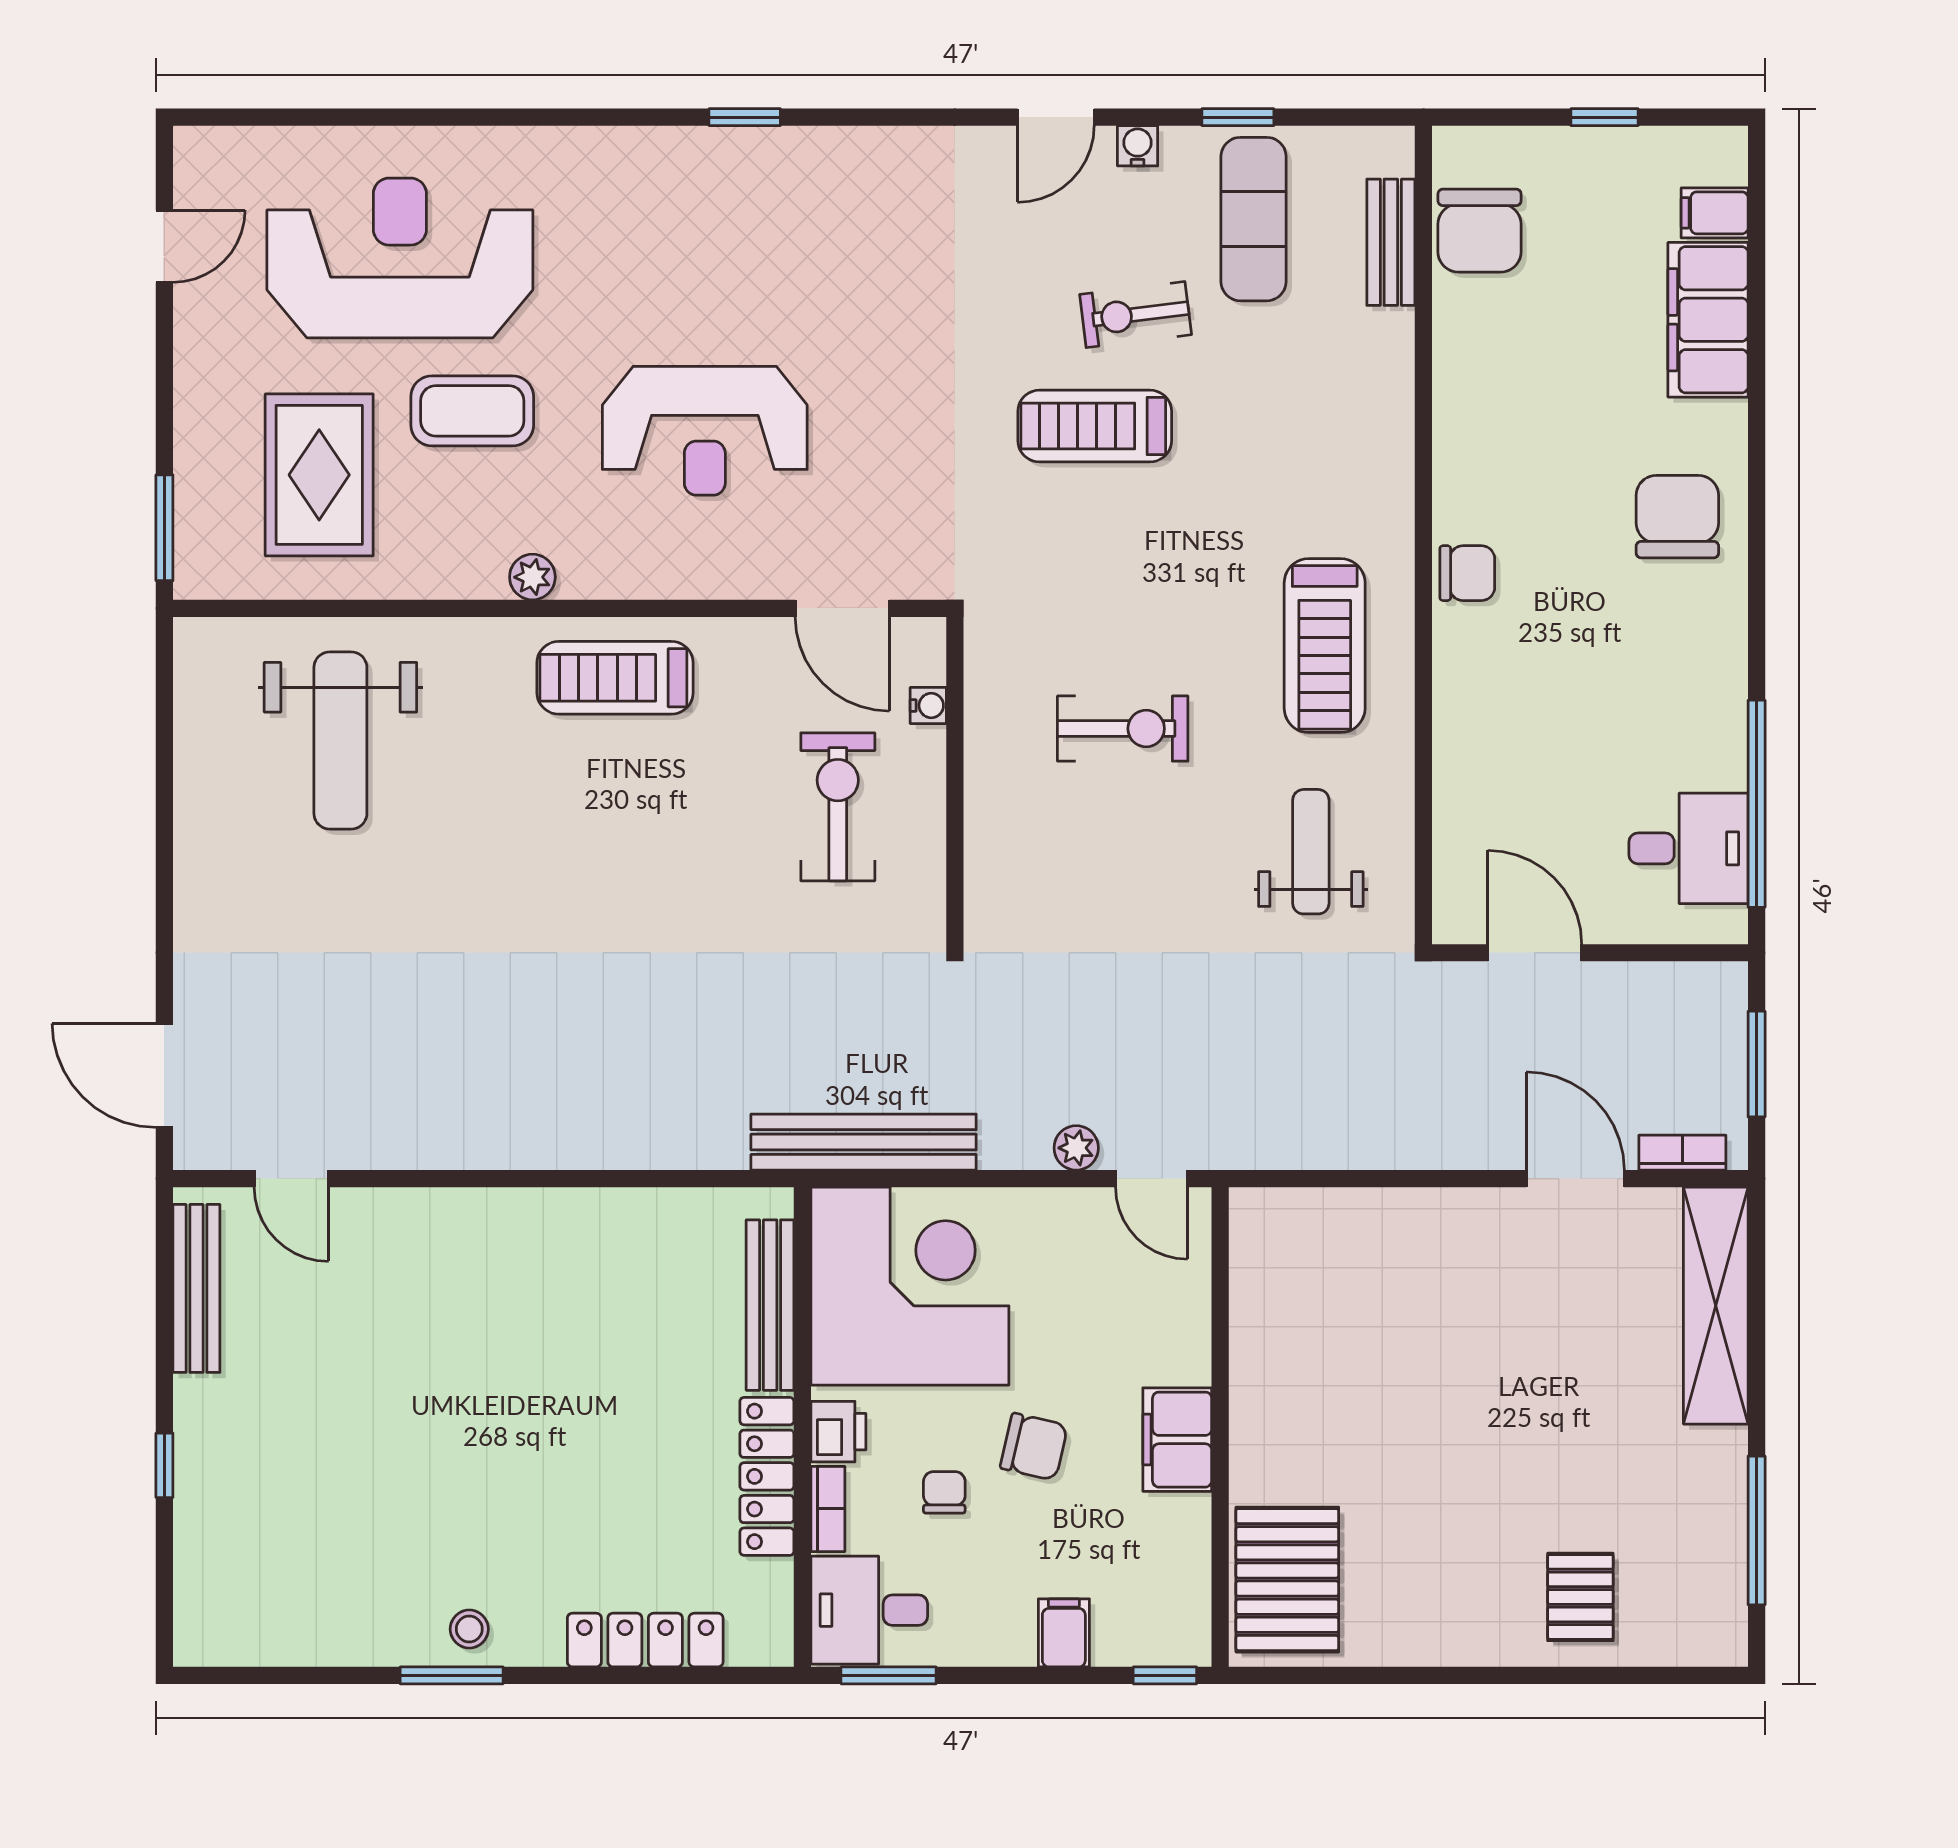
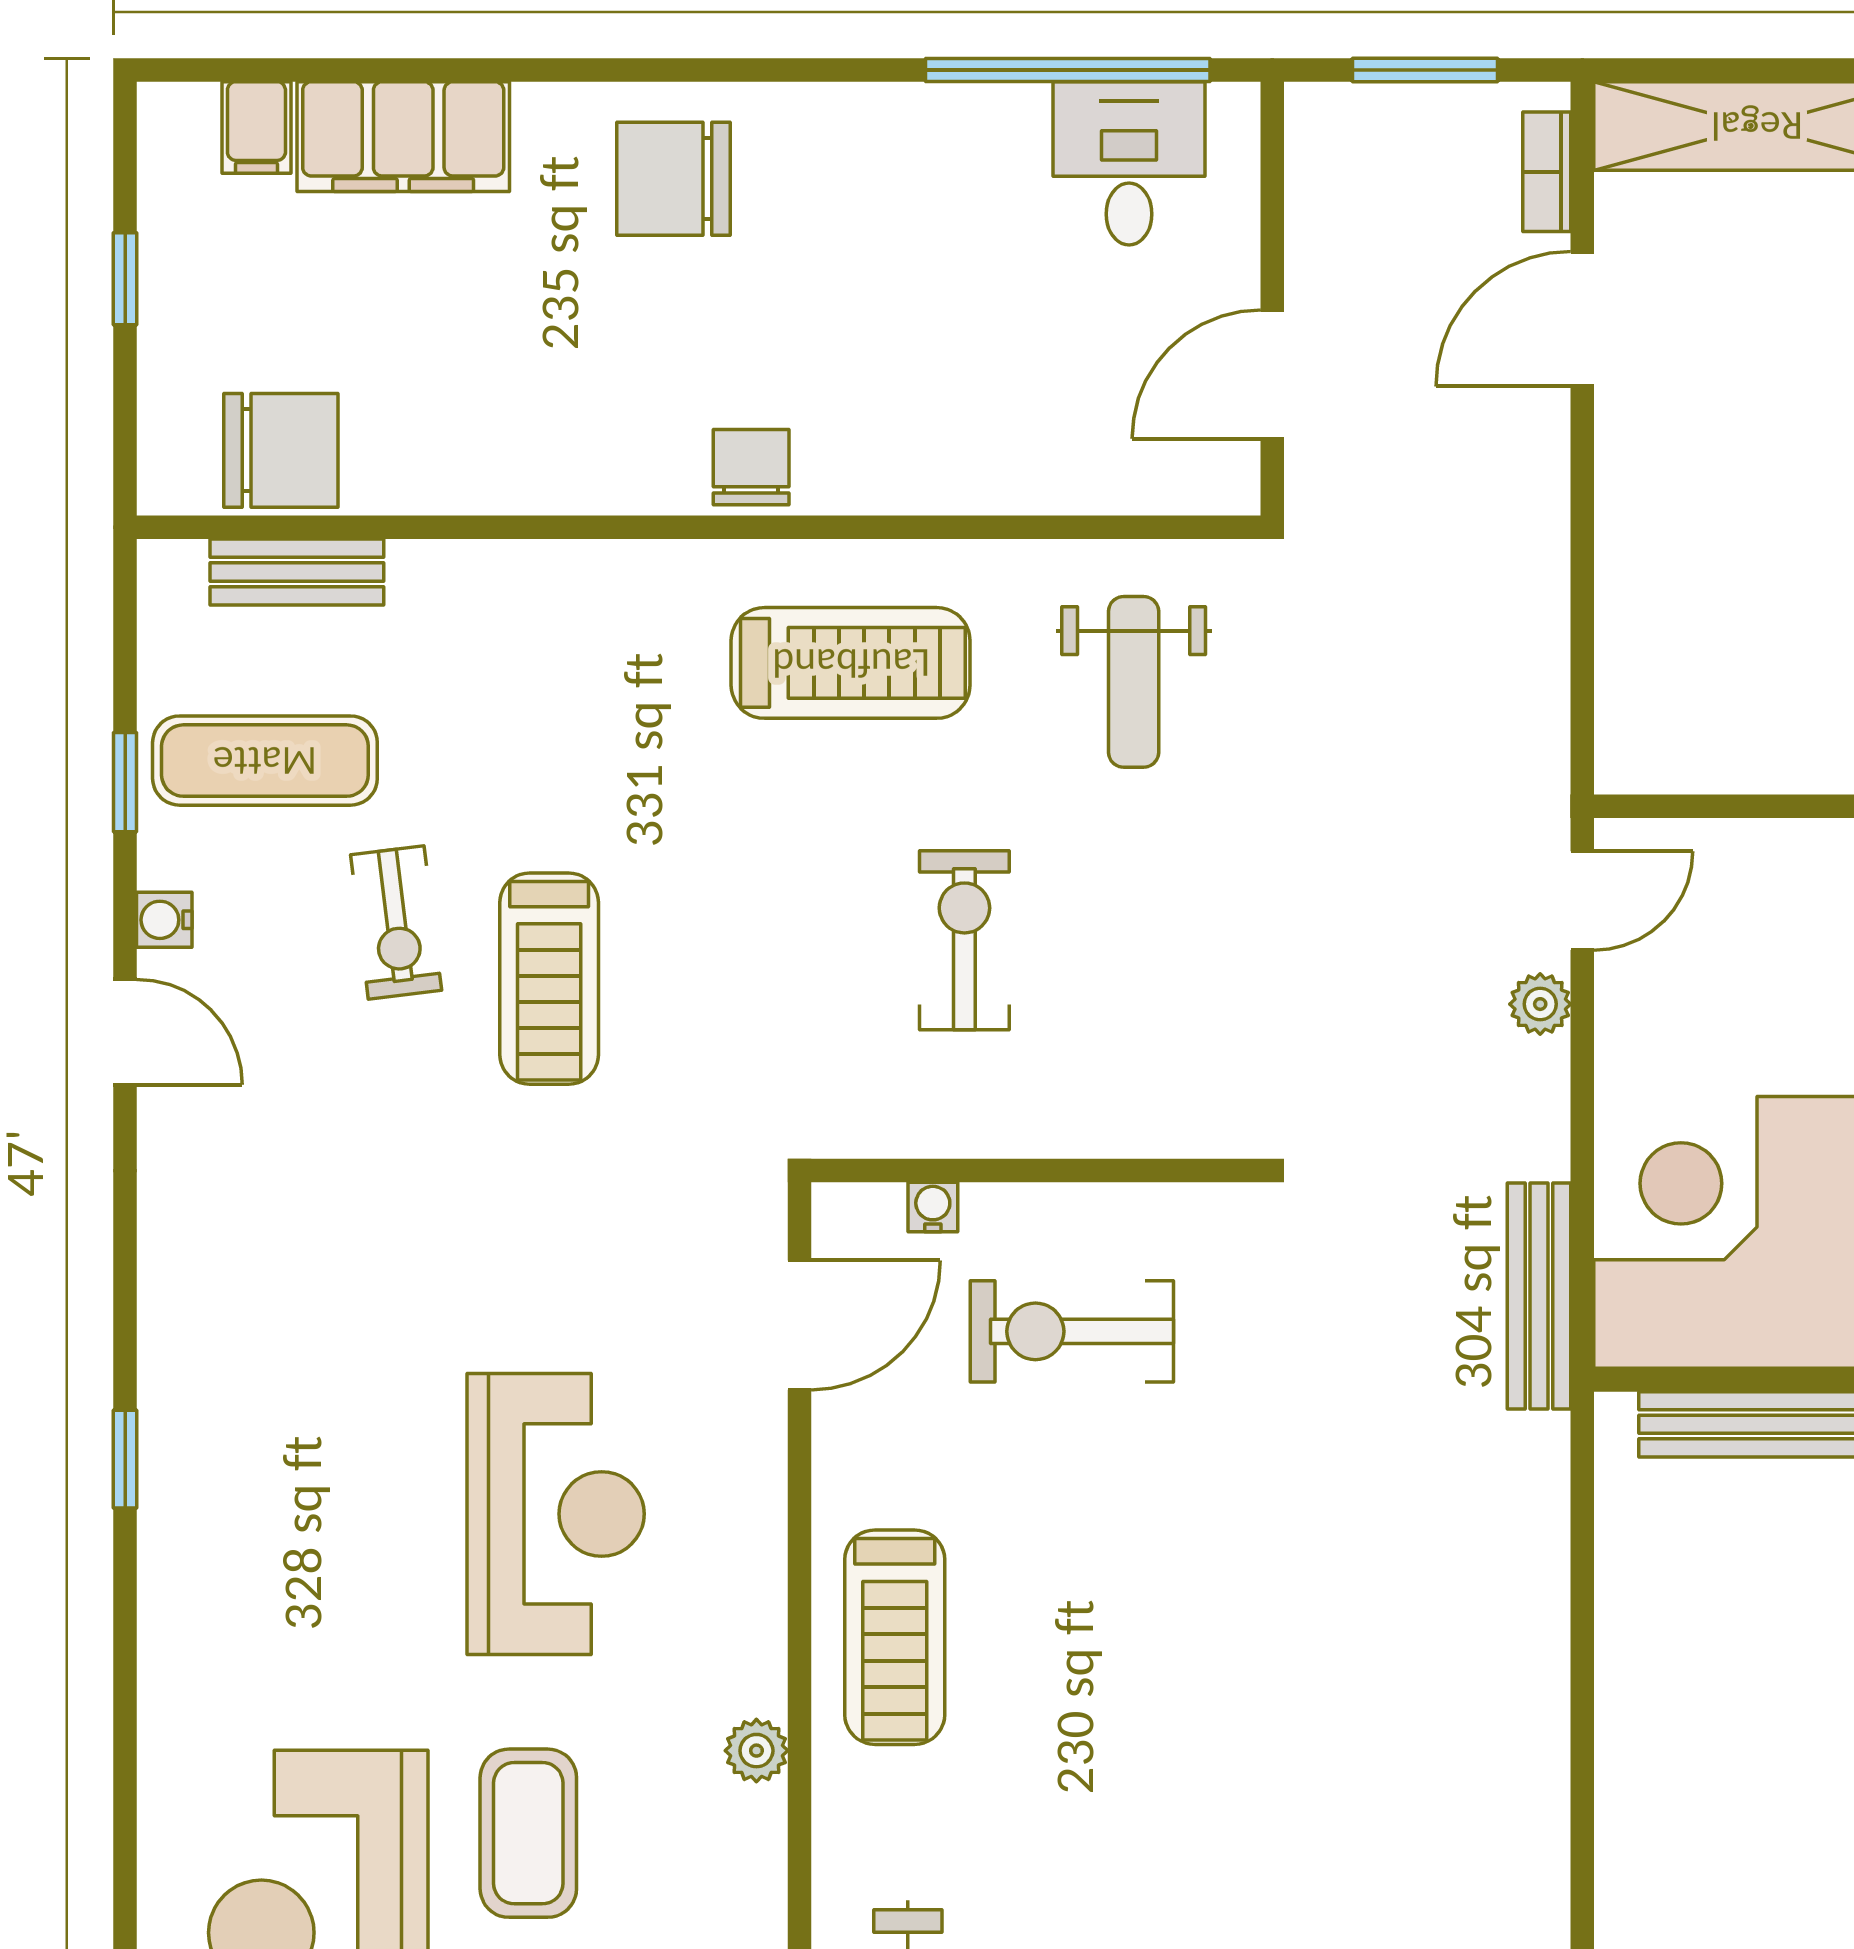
weight bench: (1311, 852) -> (1134, 682), turned -90
bench: (864, 1142) -> (1539, 1296), width x0.73, depth x0.82

